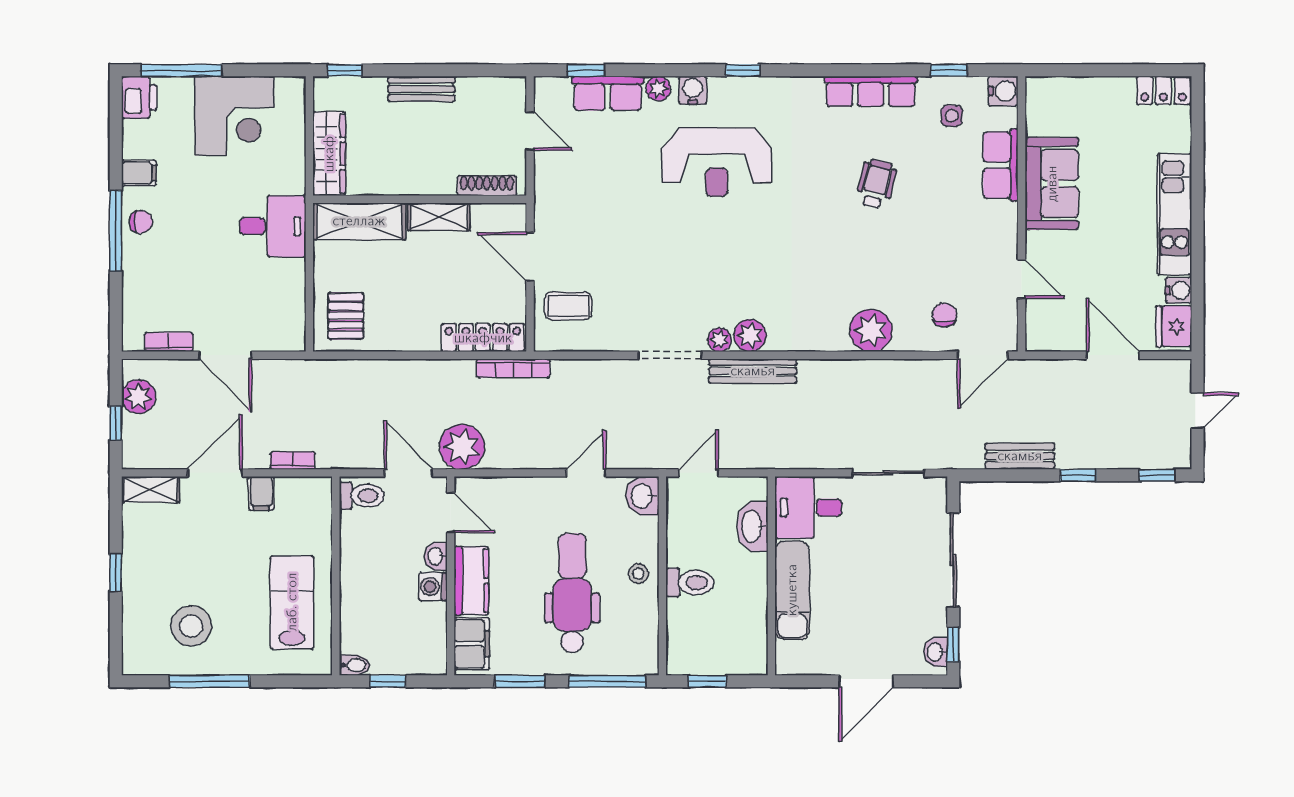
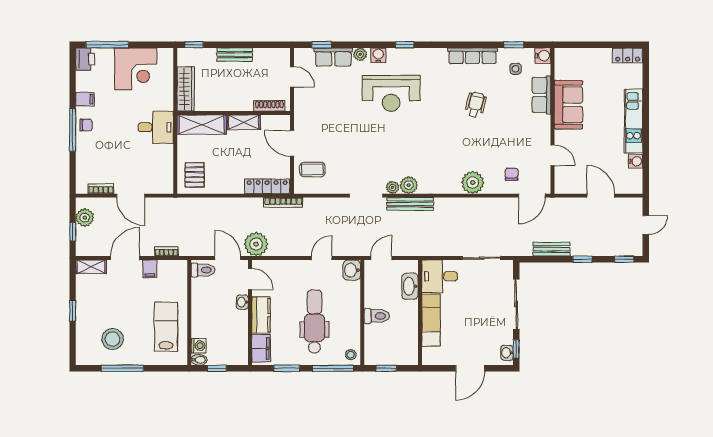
fridge: (1174, 326) -> (633, 180), removed
stool: (638, 574) -> (351, 355), moved
washing machine: (433, 587) -> (199, 346), moved, turned 180

